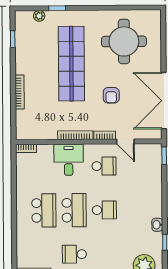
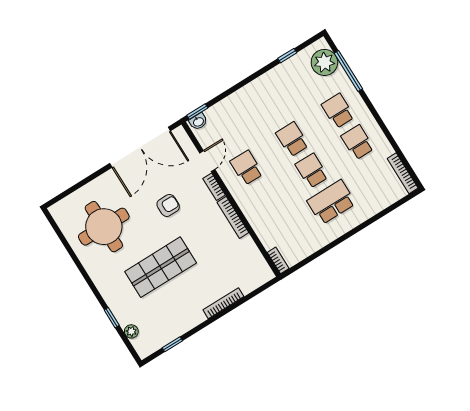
shop shelf: (71, 64) -> (161, 267), width x0.71
desk: (69, 160) -> (263, 209), removed
school desk: (74, 210) -> (312, 171), width x0.54
washbasin: (157, 225) -> (198, 122), moved
school desk: (74, 254) -> (358, 142), turned 180
school desk: (105, 254) -> (338, 111), added

